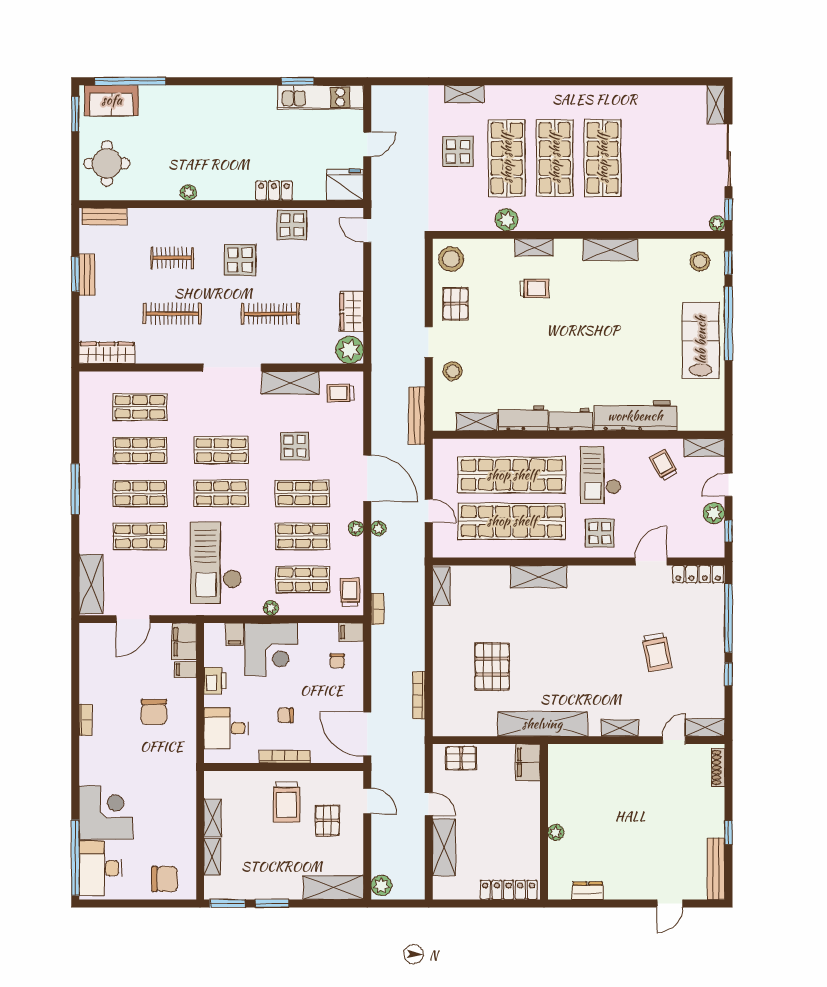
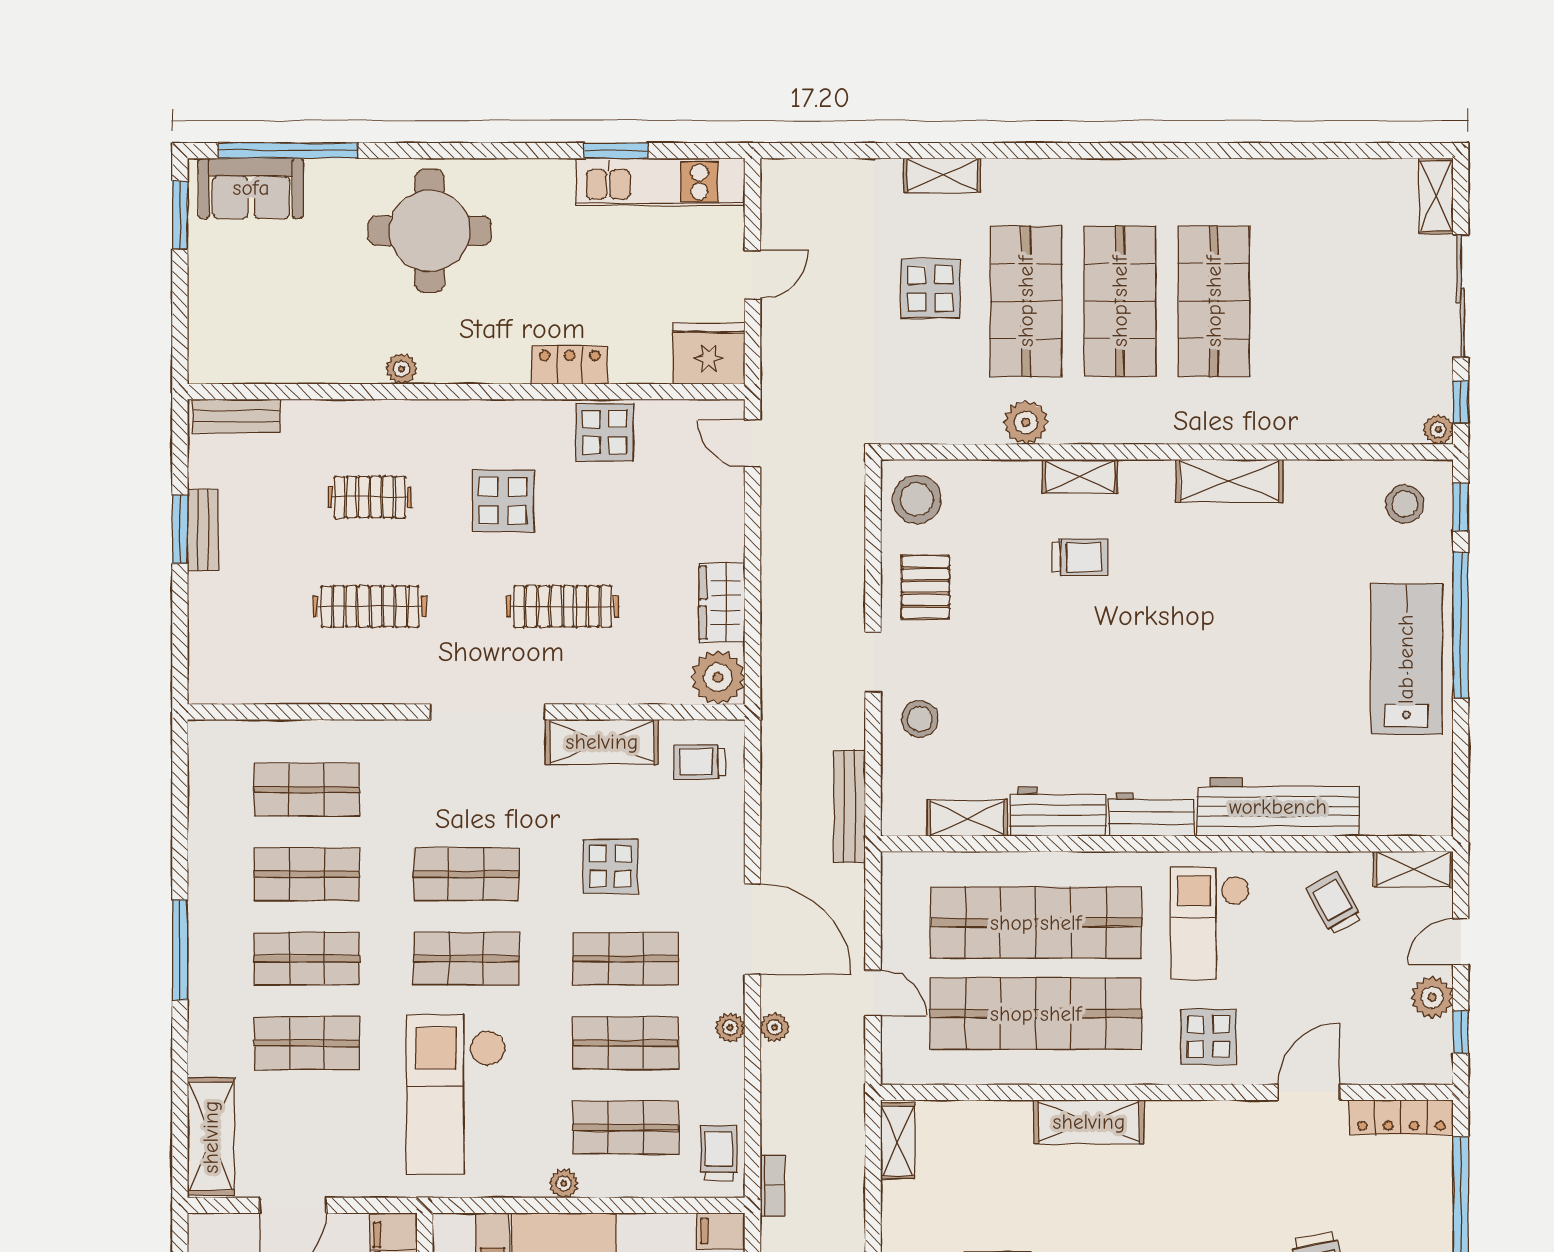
round table: (107, 163) -> (430, 231), moved, width x1.36, depth x1.36
wardrobe: (107, 353) -> (242, 683), removed

